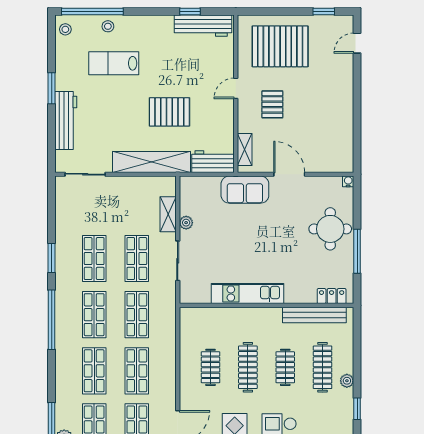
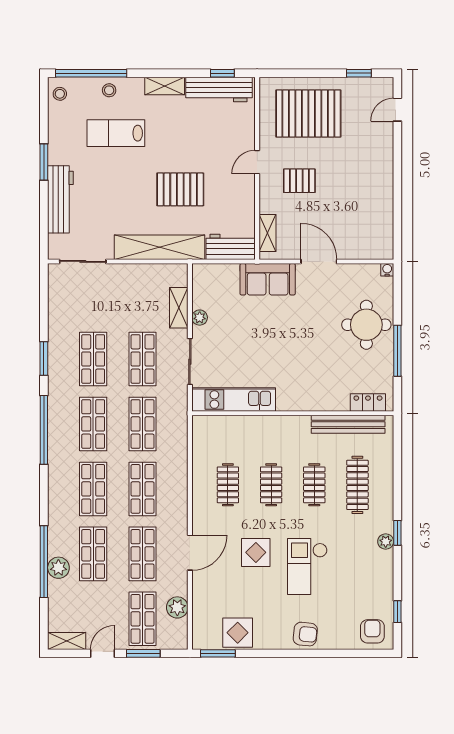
window: (190, 12) -> (222, 73), moved
shelving: (156, 23) -> (165, 86), added
pallet: (272, 104) -> (299, 181), turned 90
kitchen unit: (247, 294) -> (234, 400), moved
clothes rail: (248, 367) -> (271, 485), width x0.73
plant: (347, 381) -> (386, 541), moved

